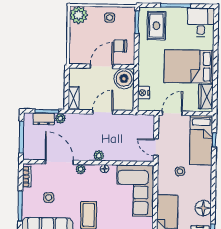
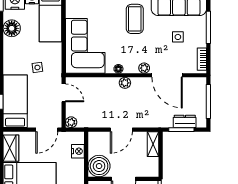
plant: (60, 118) -> (71, 122), moved

